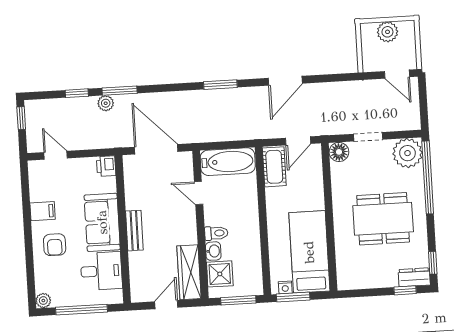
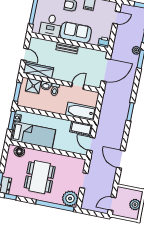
door: (285, 81) -> (121, 159), moved
floor lamp: (339, 152) -> (19, 151), moved
bathtub: (228, 162) -> (81, 111), moved, turned 90

